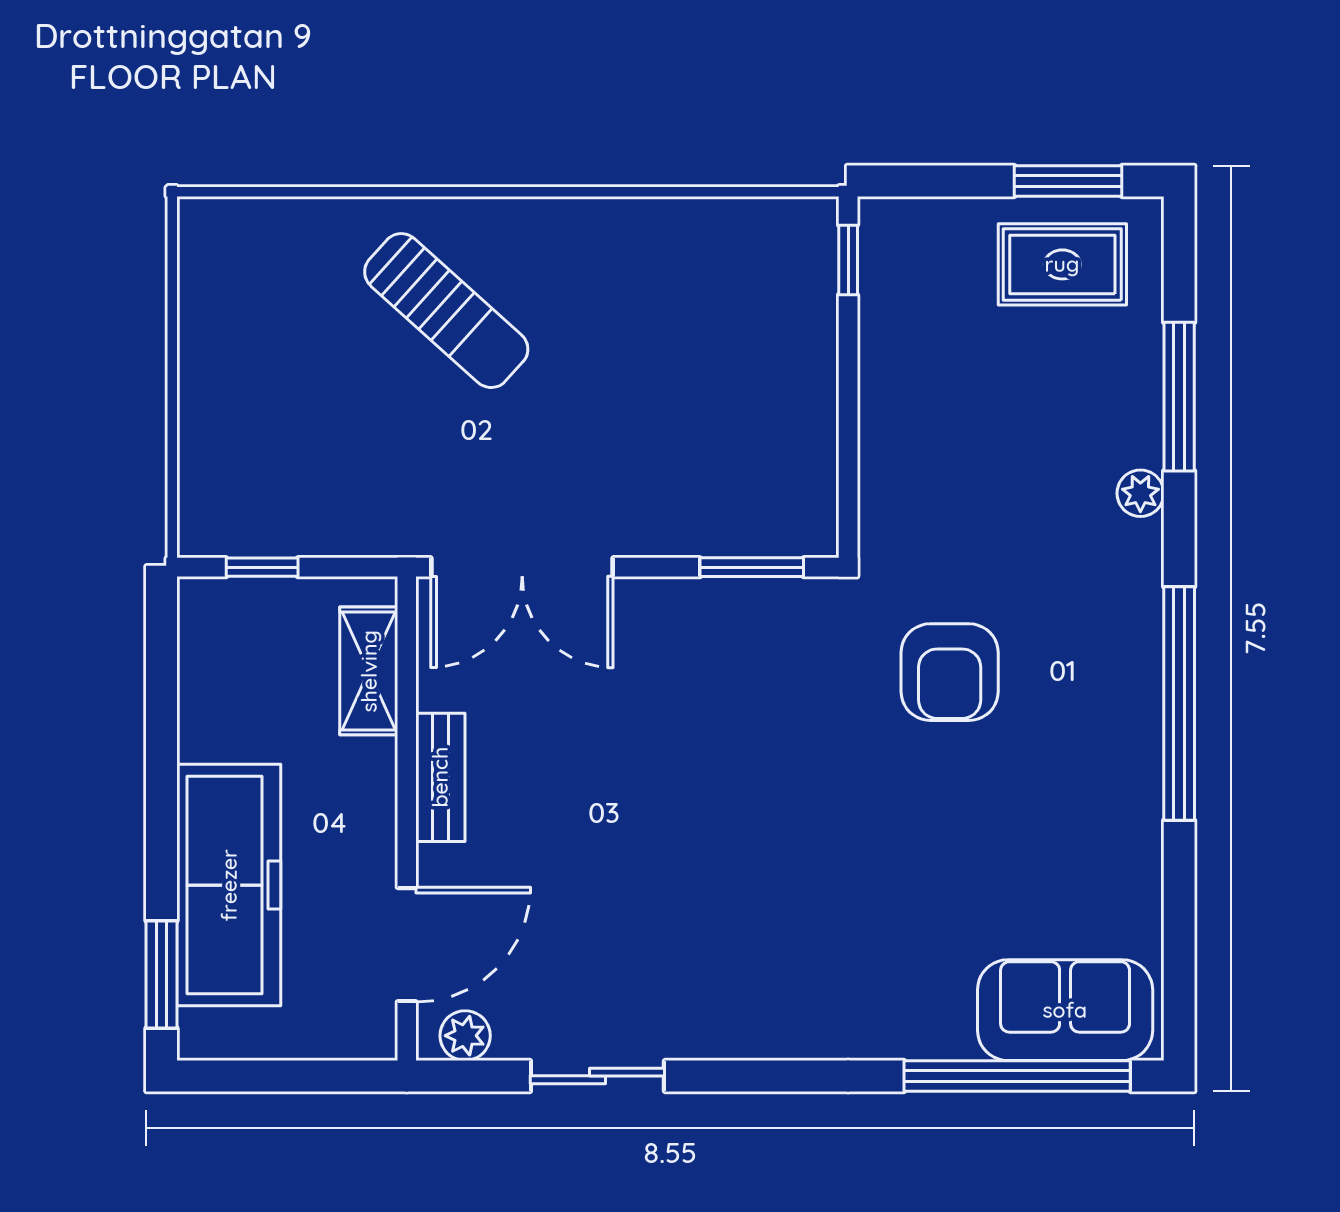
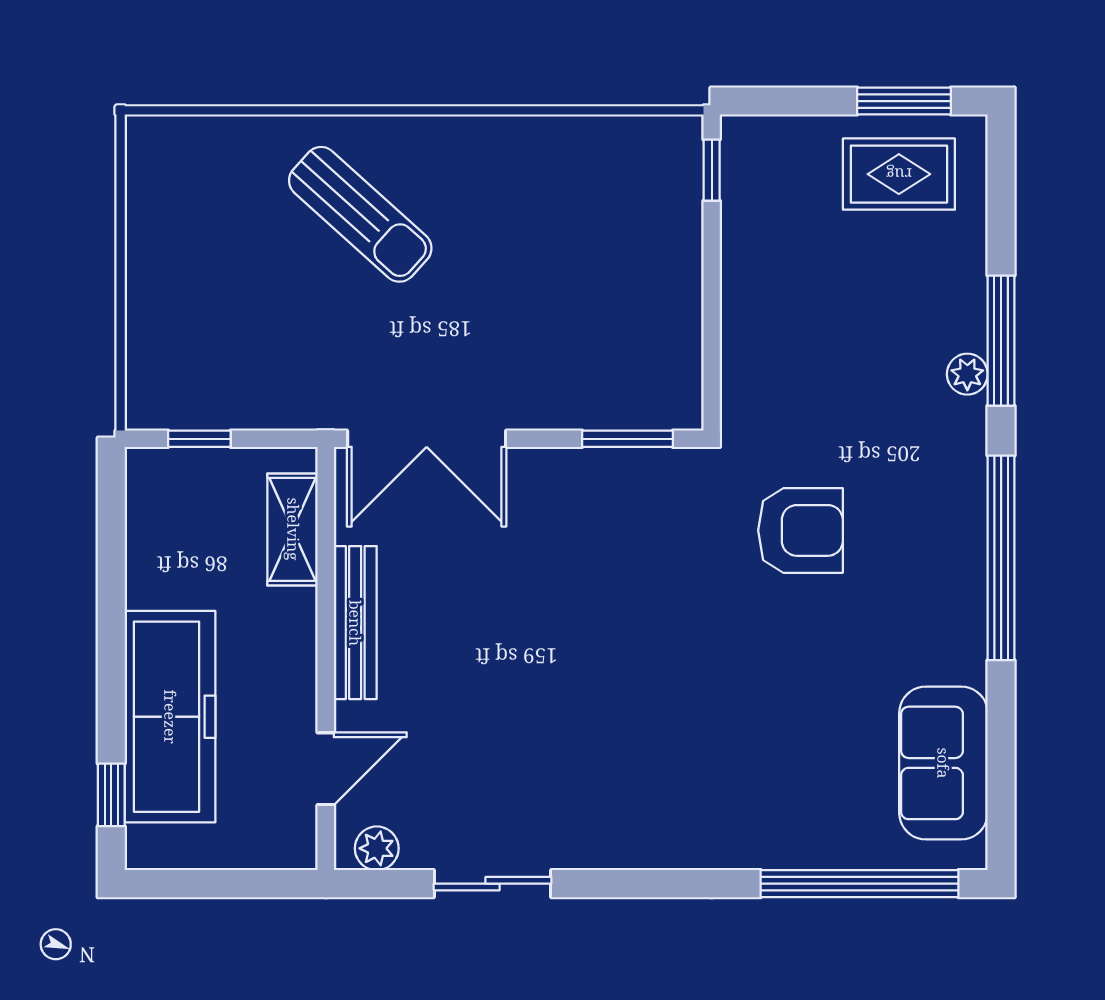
window: (1179, 397) -> (1001, 341), moved
armchair: (950, 672) -> (800, 530), turned -90
bench: (440, 777) -> (355, 623), width x1.36
door: (407, 945) -> (326, 769), width x0.73
window: (162, 974) -> (111, 795), width x0.67
sofa: (1065, 1010) -> (943, 763), moved, turned -90

